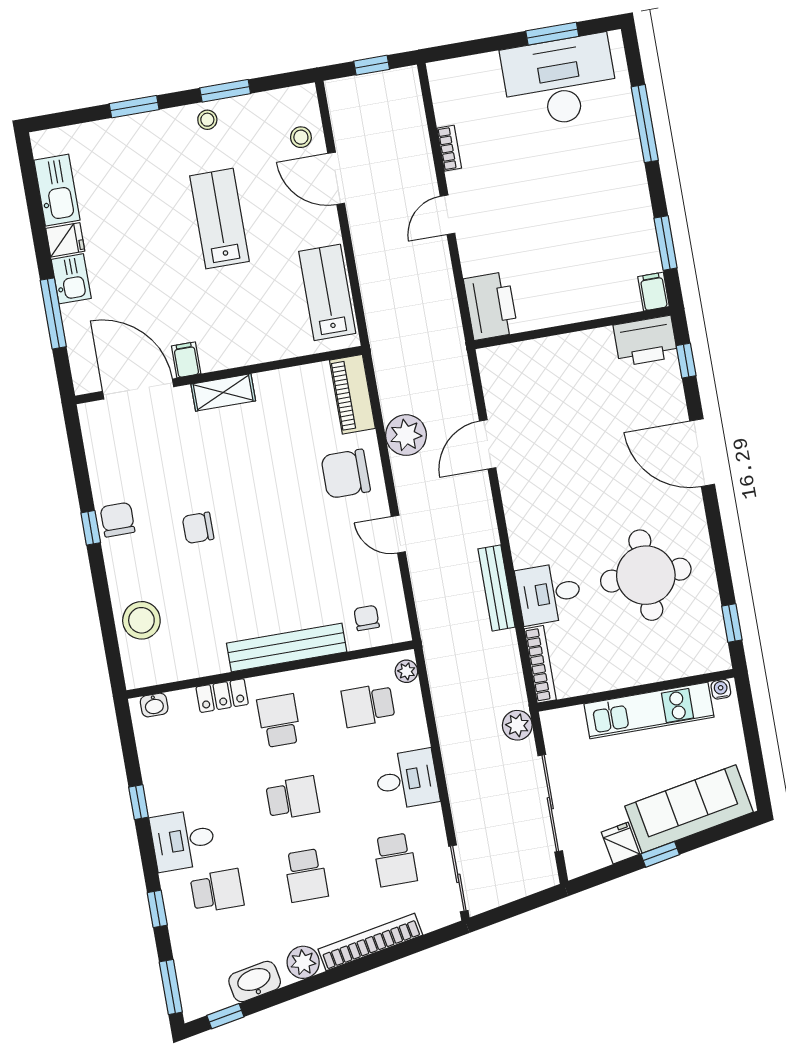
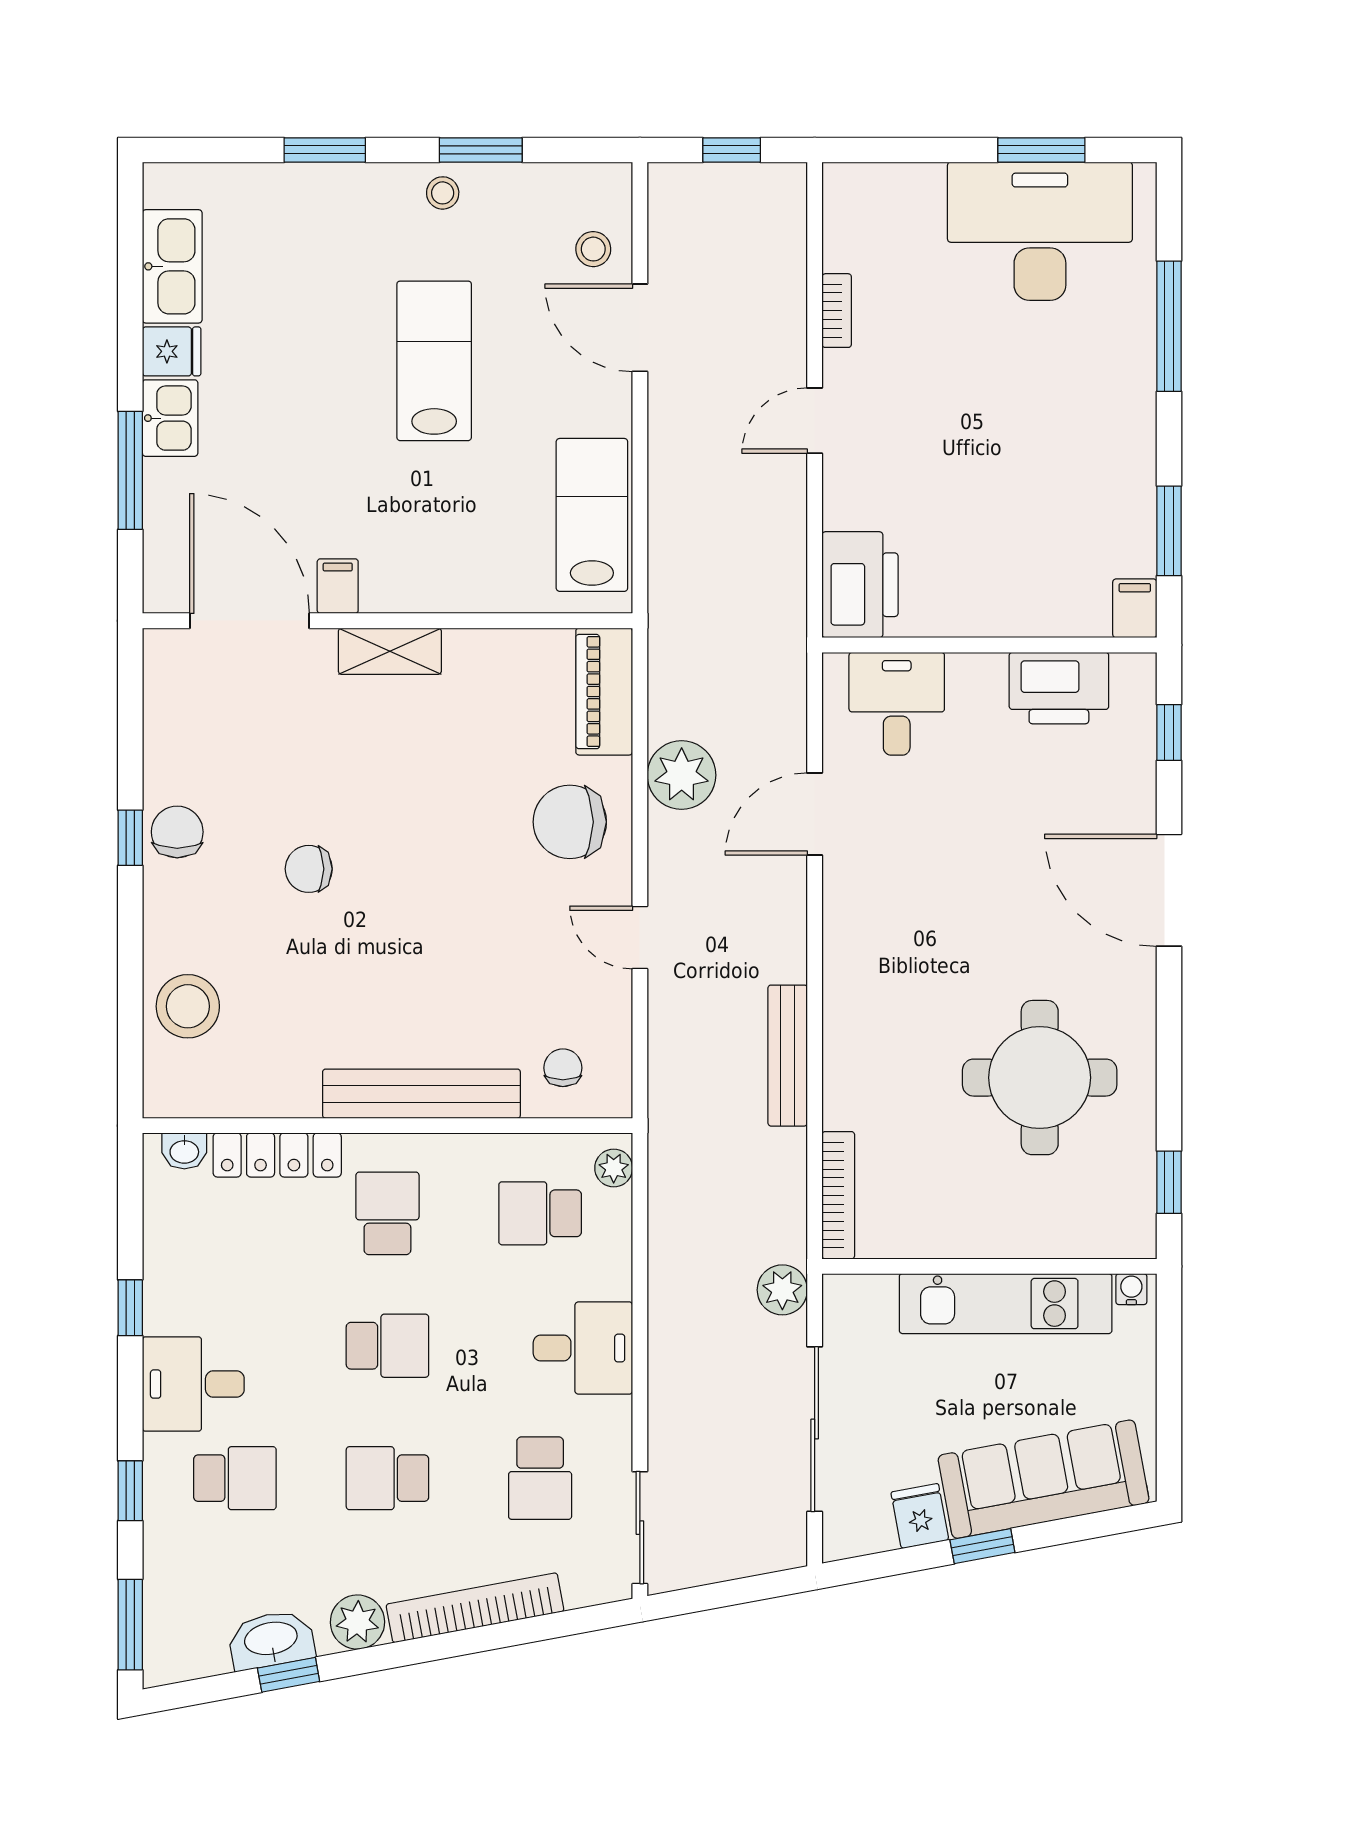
printer: (645, 341) -> (1059, 688), moved
desk: (549, 593) -> (897, 704), moved, turned 90
locker: (222, 696) -> (277, 1155), width x1.53
school desk: (306, 875) -> (387, 1478), turned 90
window: (225, 1016) -> (289, 1675), moved

